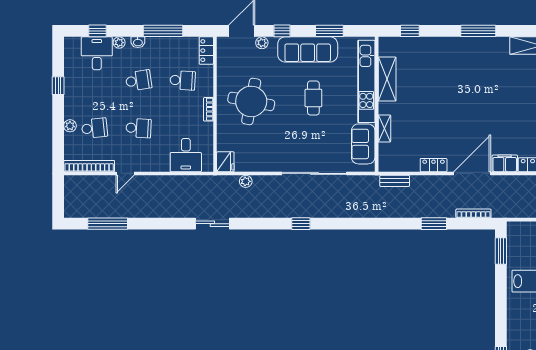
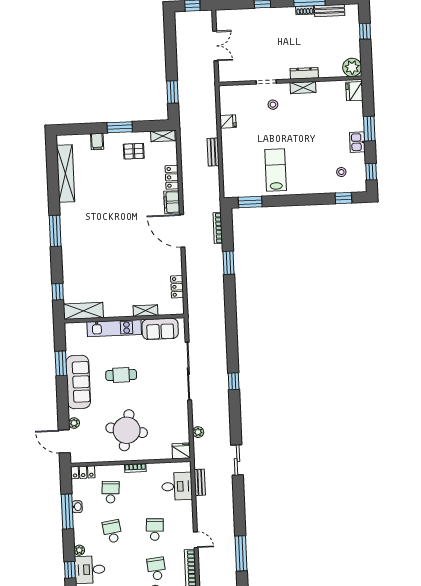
window: (282, 31) -> (63, 406), removed
washbasin: (138, 42) -> (77, 507), moved
shelving: (387, 79) -> (83, 311), moved
kitchen unit: (366, 81) -> (114, 328), width x0.73
locker: (434, 165) -> (177, 287), moved
bench: (395, 181) -> (200, 482), moved

